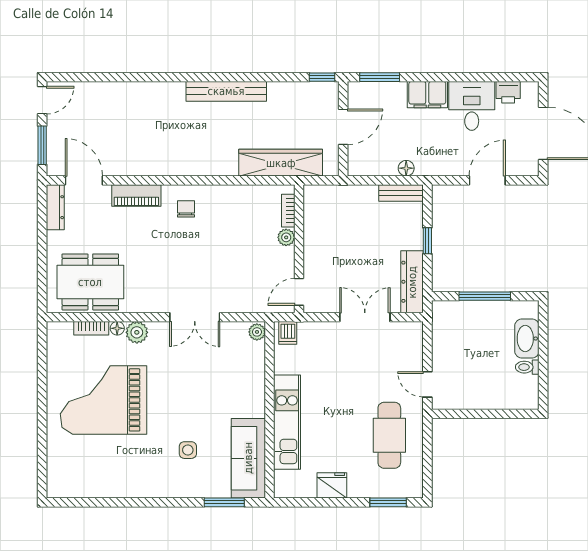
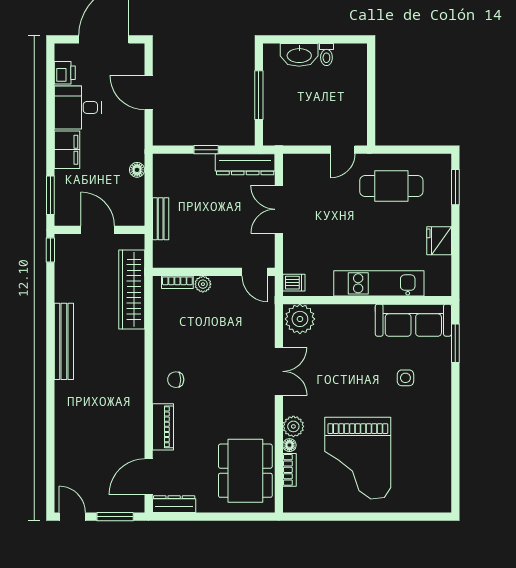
bench: (401, 193) -> (161, 219), moved
plant: (257, 332) -> (300, 319), width x1.88, depth x1.88

